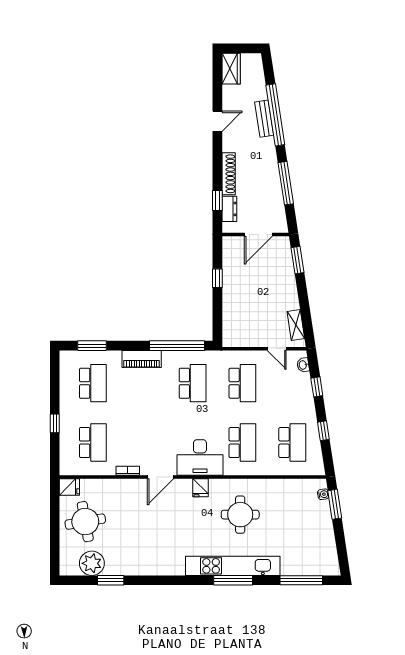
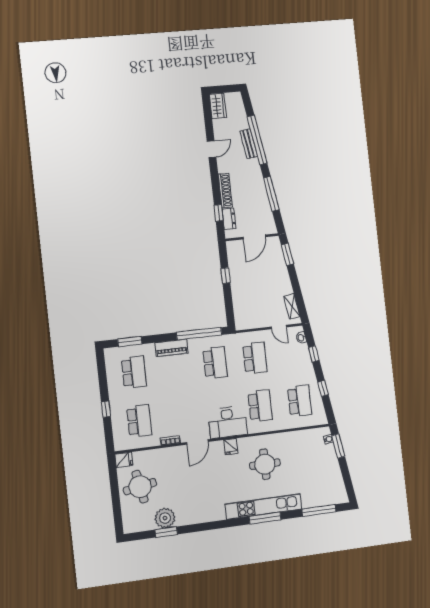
plant: (92, 563) -> (165, 518), moved

